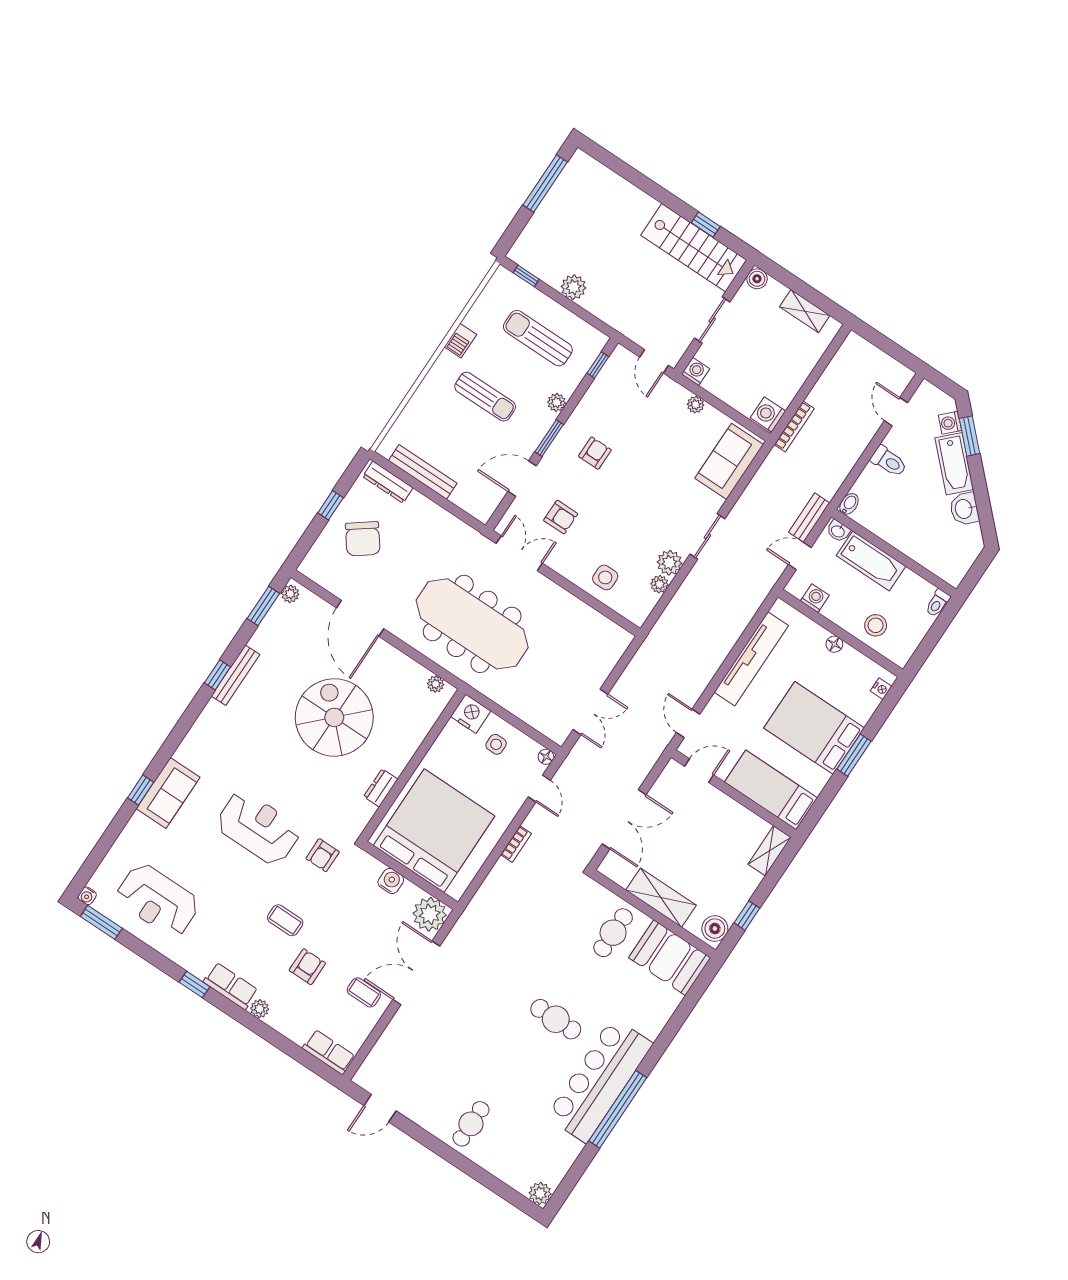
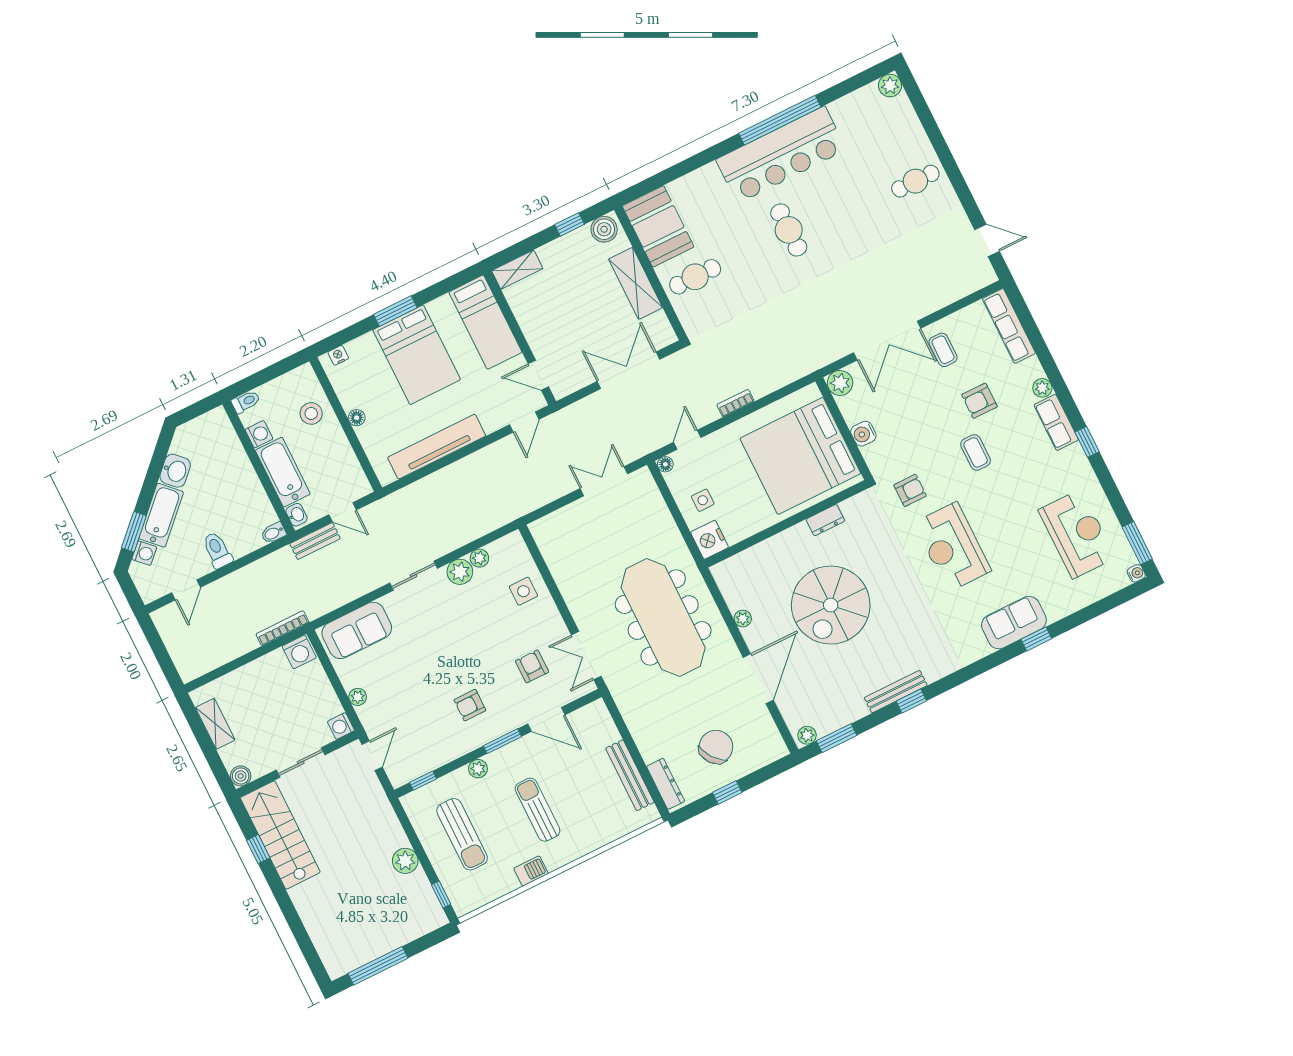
washing machine: (815, 598) -> (259, 434), moved, turned 180
plant: (436, 684) -> (743, 619), moved
plant: (430, 914) -> (840, 383), width x0.73, depth x0.73
row of seats: (329, 1052) -> (1009, 326), width x1.48

